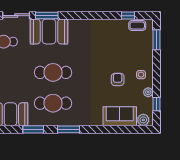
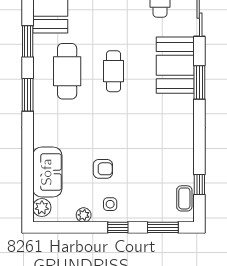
window: (47, 16) -> (199, 82), moved
cafe table: (53, 72) -> (114, 71), width x0.73, depth x0.74
window: (156, 104) -> (118, 227), moved

